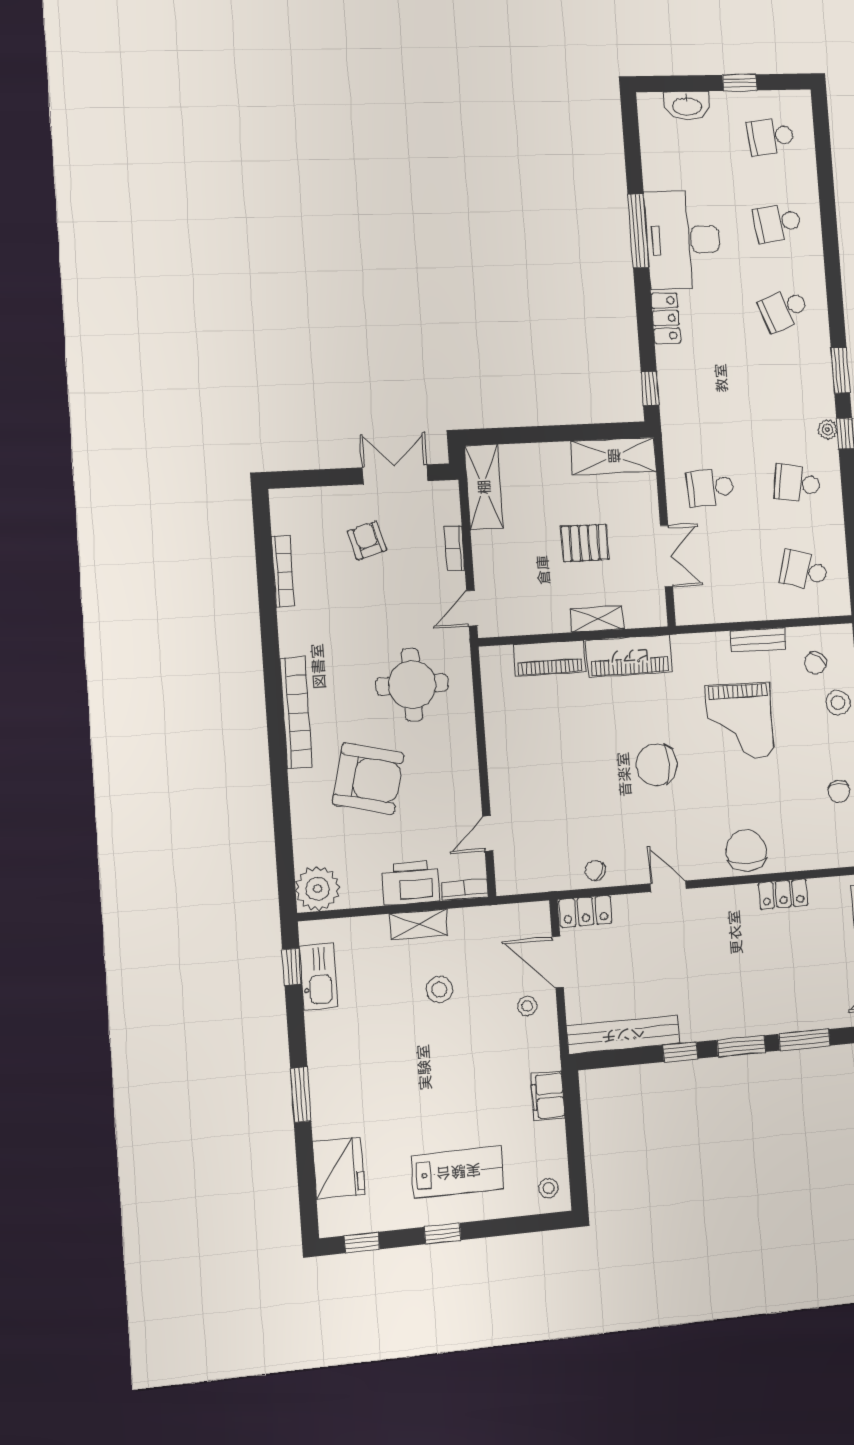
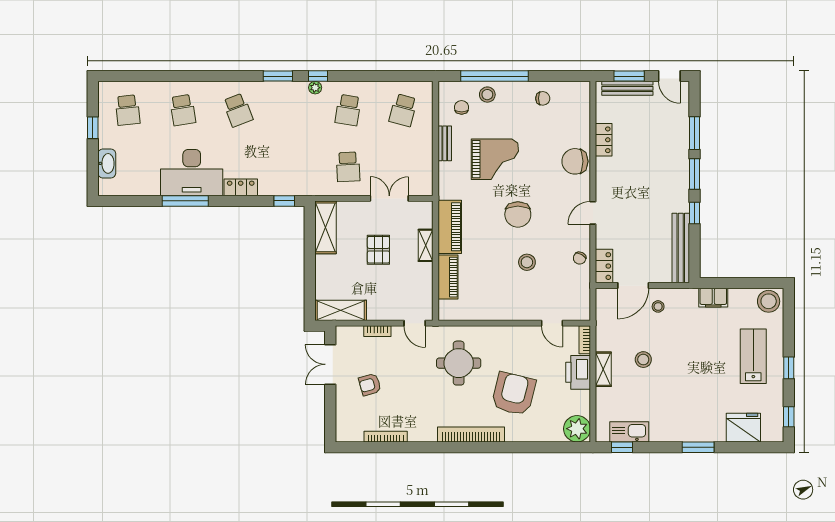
chair: (815, 663) -> (462, 107), turned -132
stool: (582, 785) -> (527, 262), added
stool: (549, 1188) -> (769, 301), width x1.89, depth x1.89

